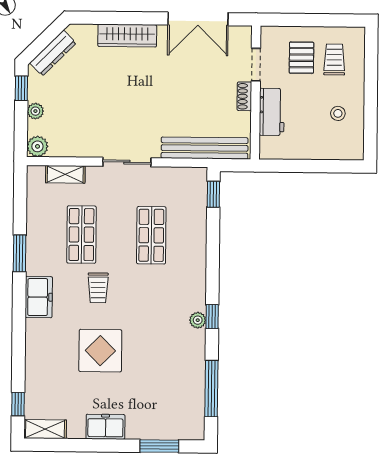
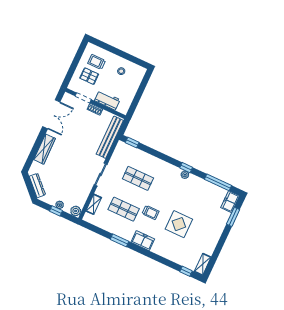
window: (21, 88) -> (56, 211), moved
freezer: (105, 427) -> (230, 202), moved

